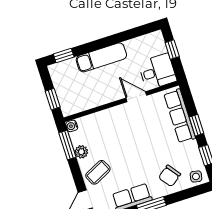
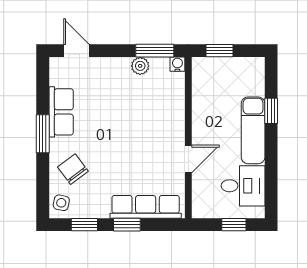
window: (64, 55) -> (271, 111), moved
desk: (157, 72) -> (243, 186), moved, turned -90
coffee table: (98, 172) -> (107, 79), removed

